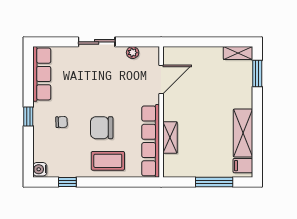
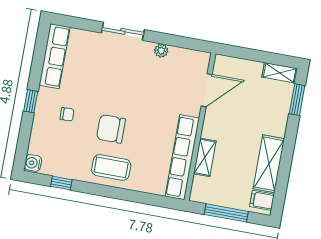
door: (161, 80) -> (207, 90), moved
wall: (161, 112) -> (200, 127), moved
shelving: (170, 138) -> (205, 157), moved
row of seats: (151, 141) -> (182, 157), moved

